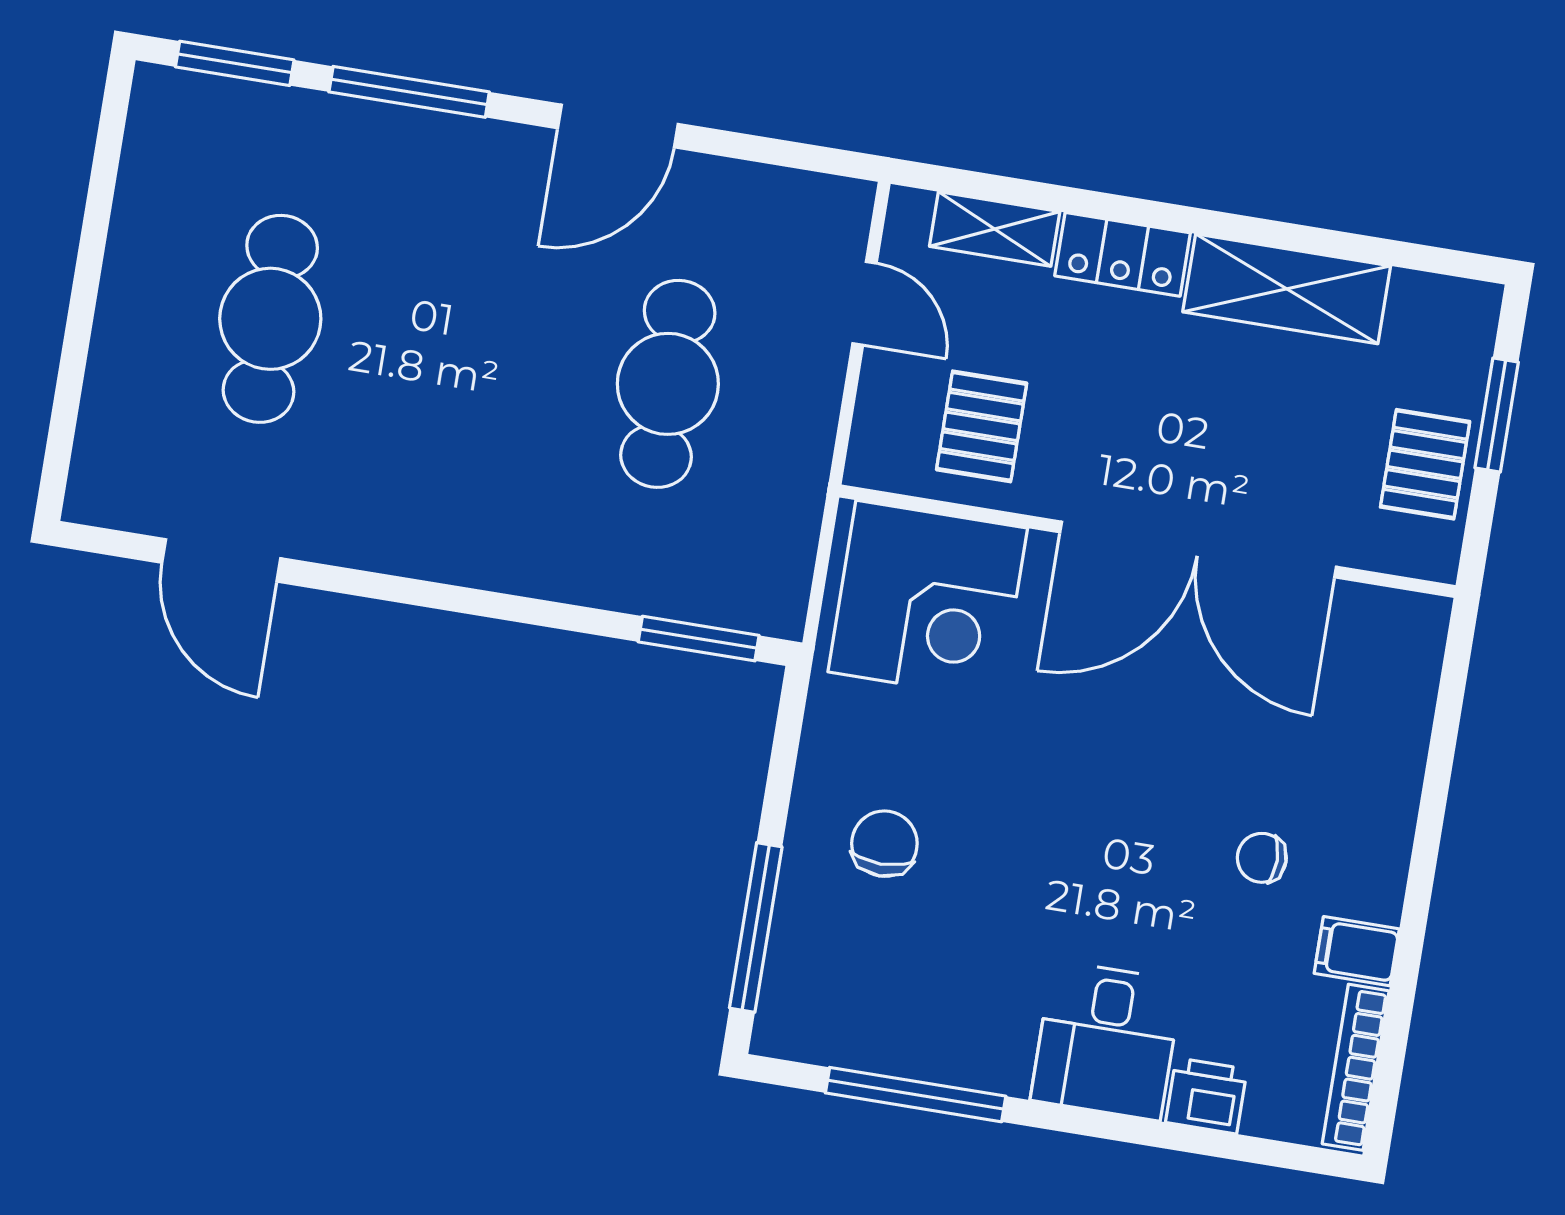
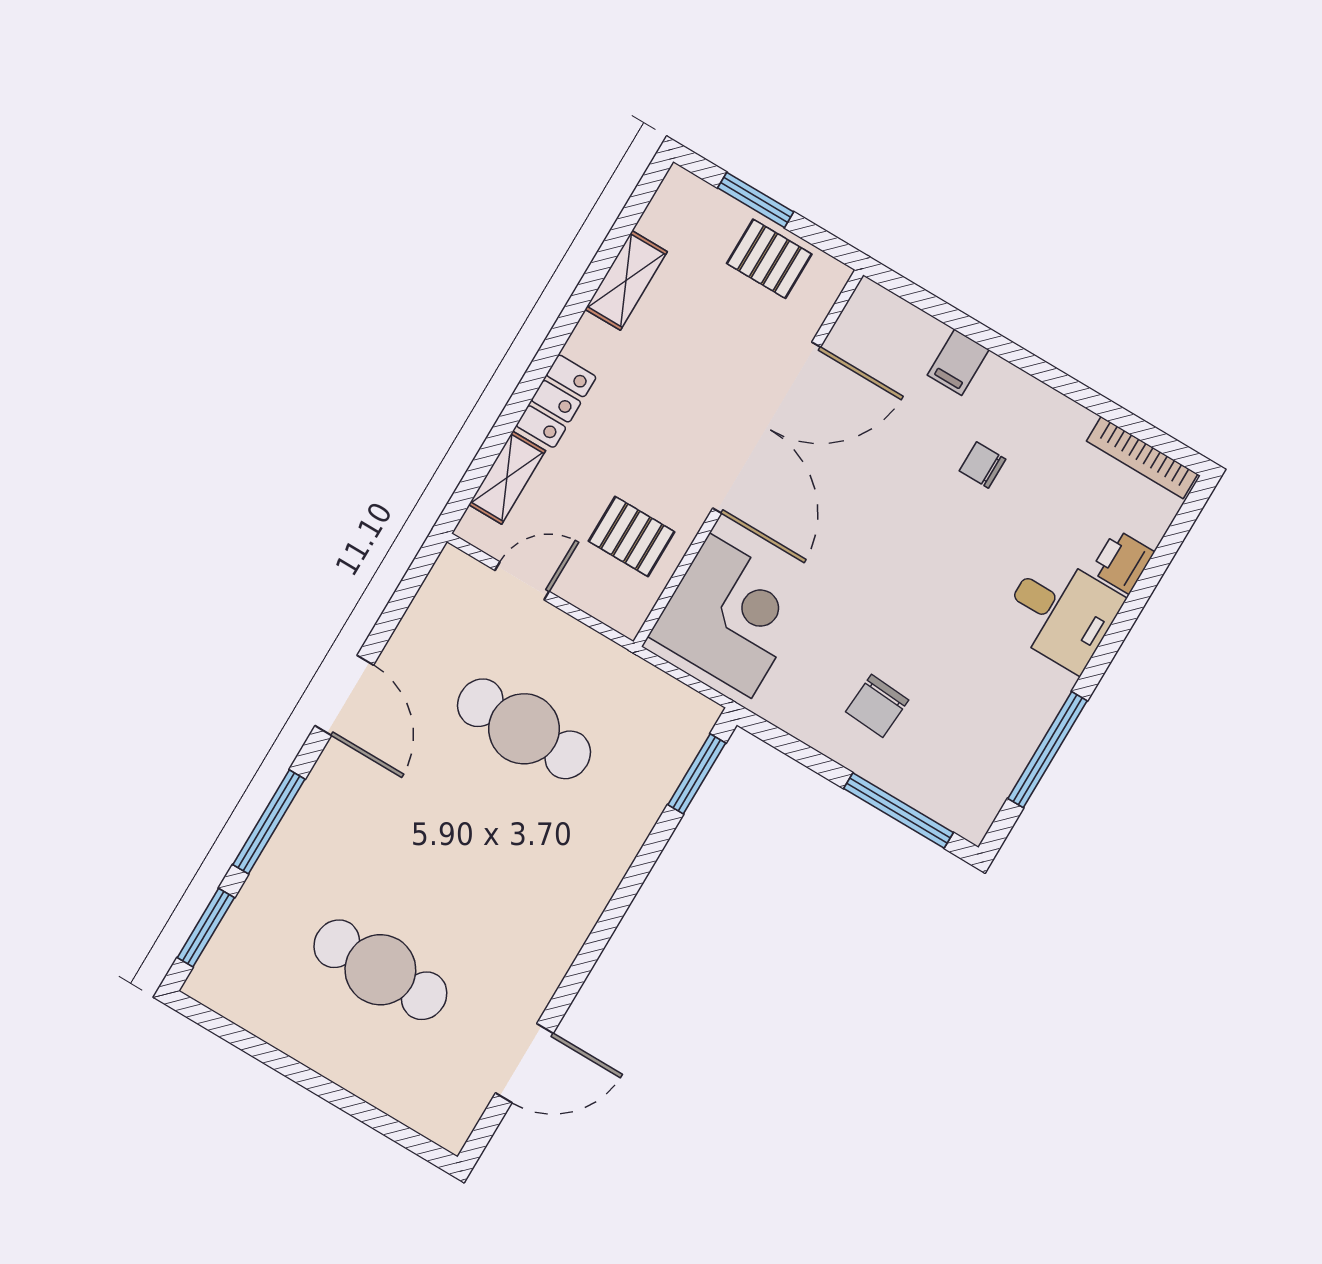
shelving: (1287, 289) -> (626, 280), width x0.67, depth x0.75
chair: (884, 844) -> (877, 706), turned -86
chair: (1262, 858) -> (983, 465), turned 90
filing cabinet: (1357, 951) -> (958, 362), moved

